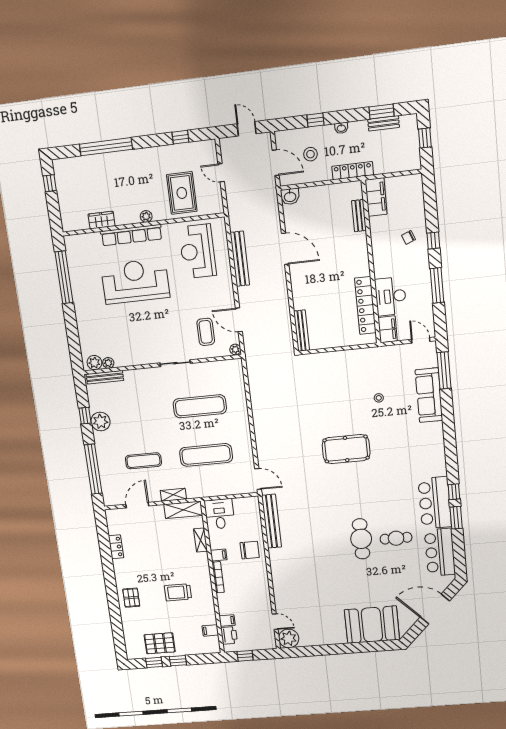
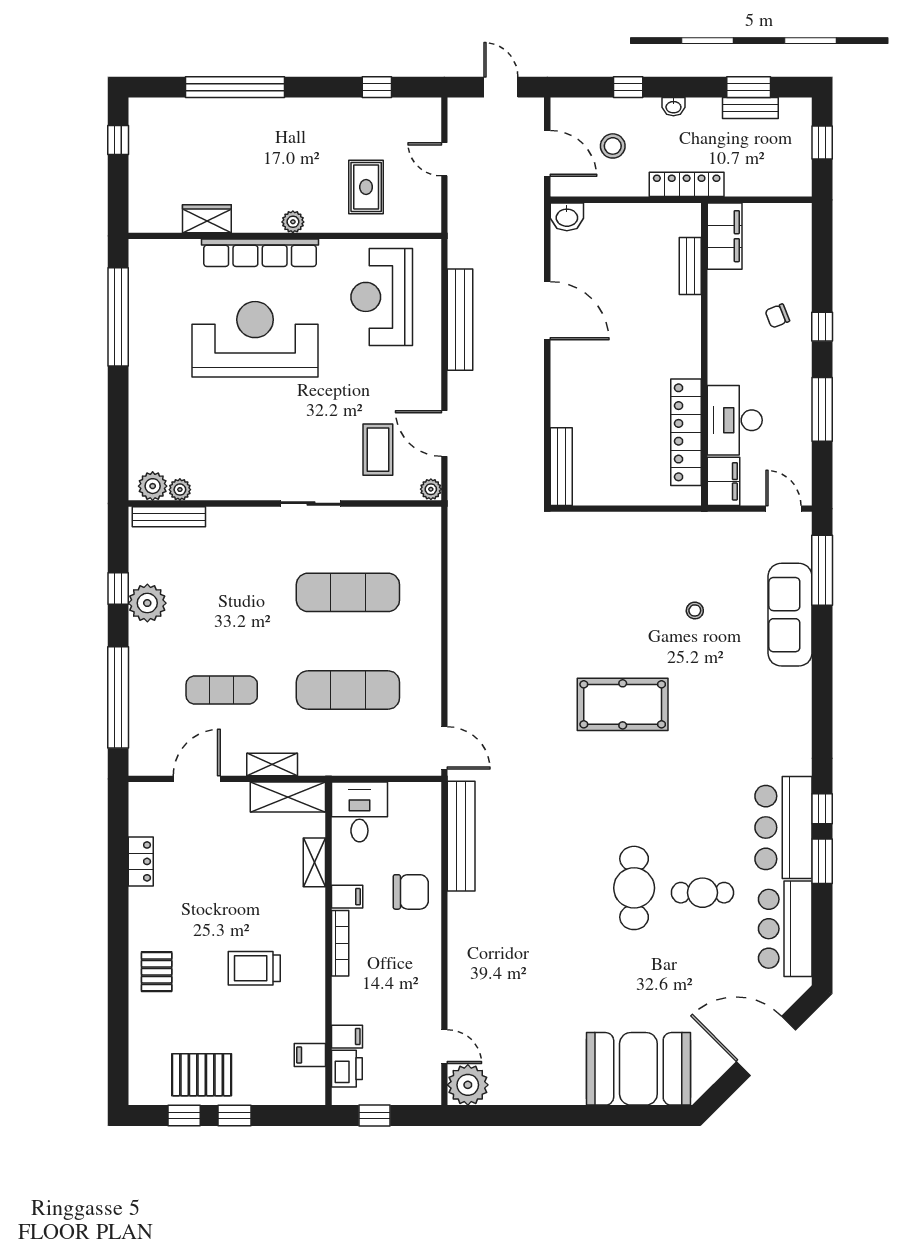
rug: (182, 193) -> (366, 187), width x0.73, depth x0.70

